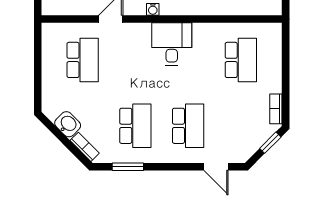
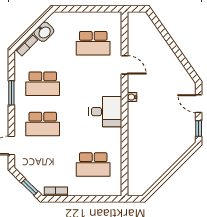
window: (128, 167) -> (11, 93), moved

